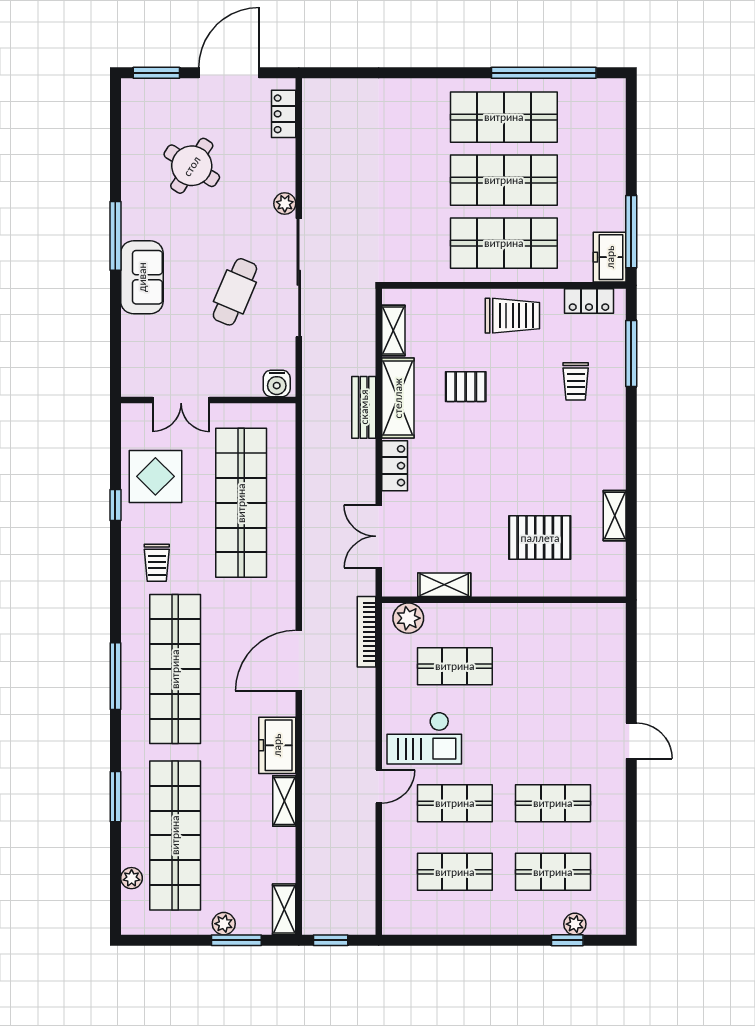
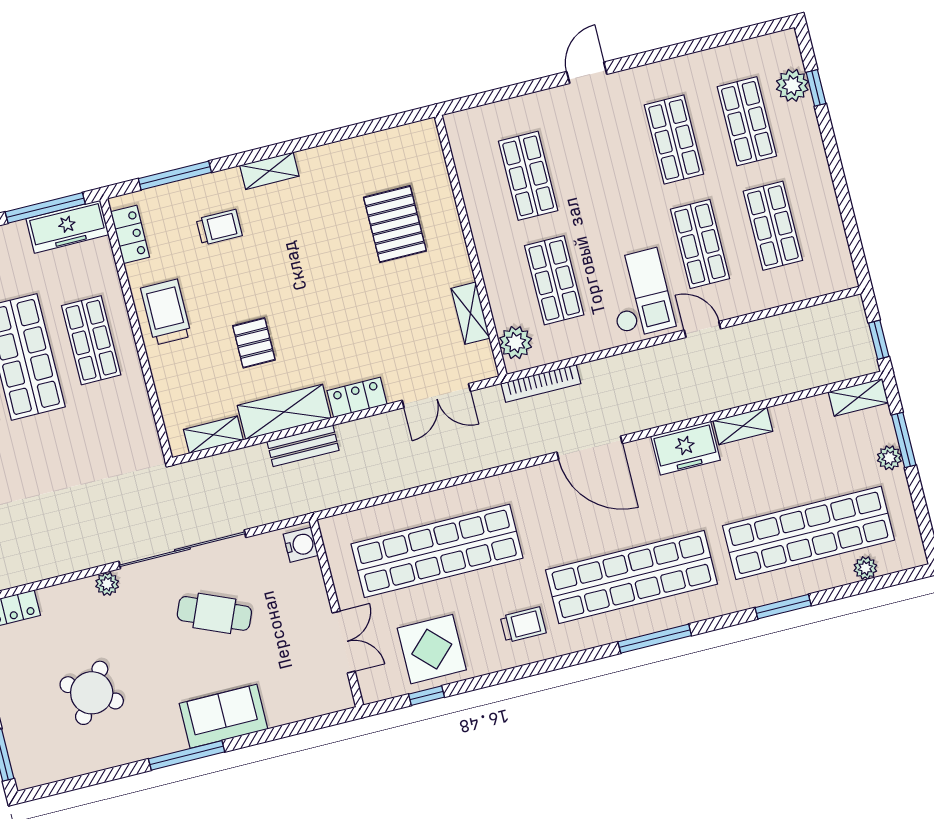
shop shelf: (504, 243) -> (91, 340), width x0.70, depth x0.74
freezer: (610, 257) -> (67, 227), width x1.40
window: (115, 505) -> (427, 696), moved
shelving: (615, 516) -> (269, 171), moved
shop shelf: (553, 666) -> (528, 176), added
plant: (575, 924) -> (792, 85), width x1.38, depth x1.38

